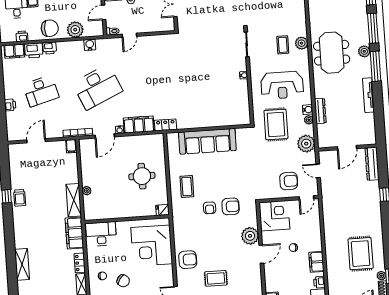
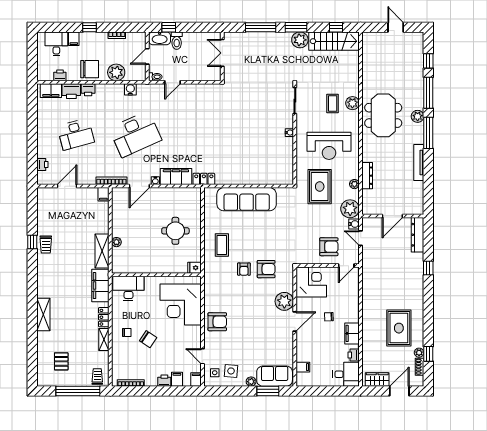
printer: (10, 105) -> (42, 164), moved
water cooler: (308, 110) -> (354, 224), moved
rug: (216, 278) -> (245, 343), removed

